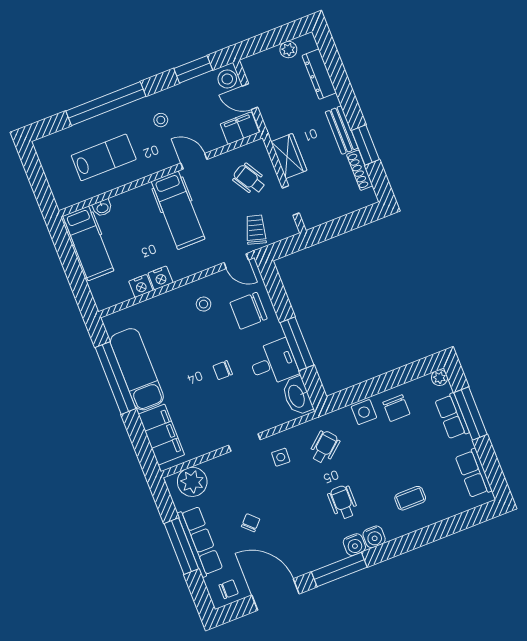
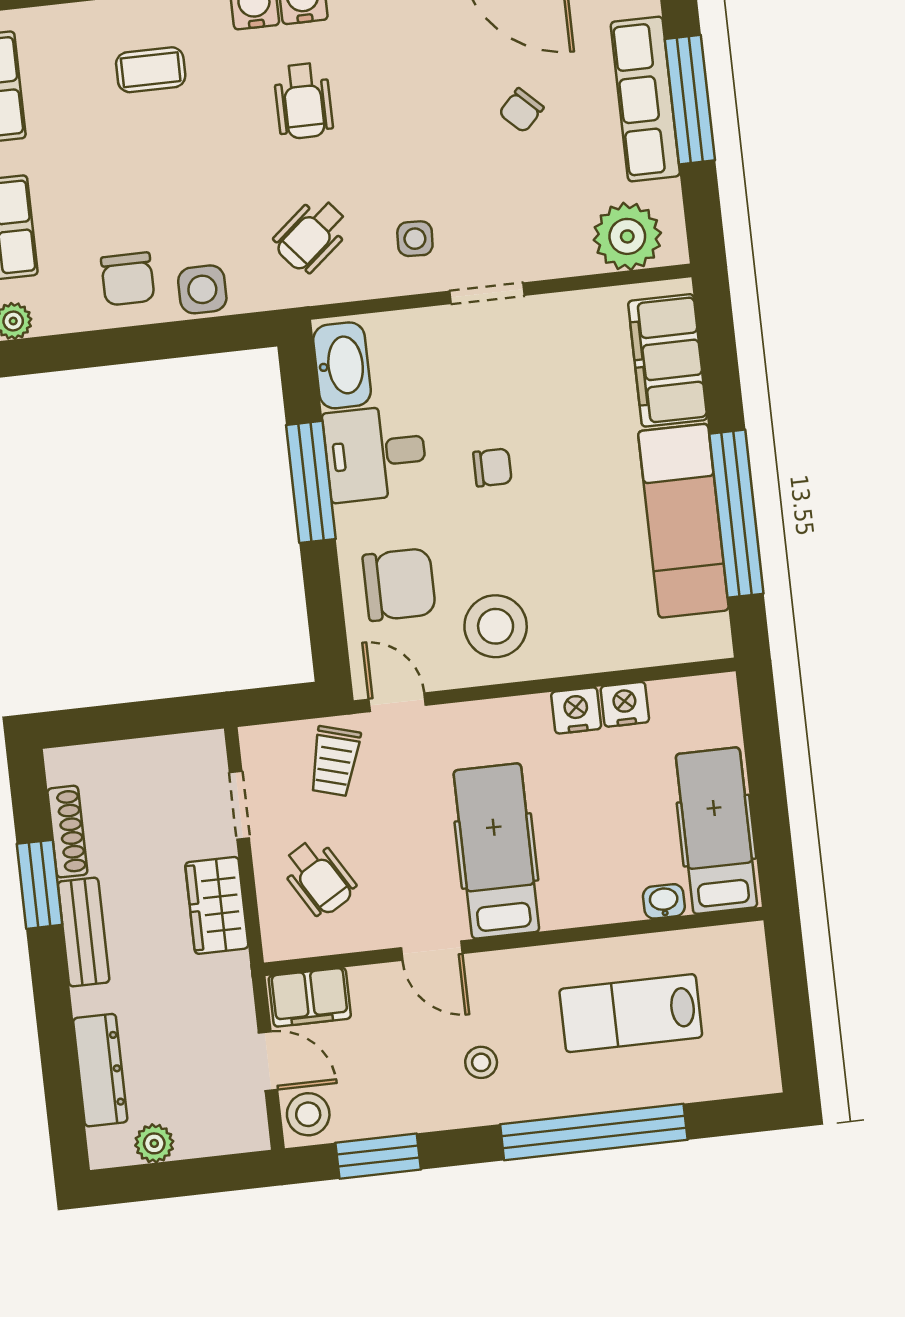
stool: (204, 304) -> (496, 626), width x1.89, depth x1.89
chair: (396, 408) -> (128, 279), turned 180

